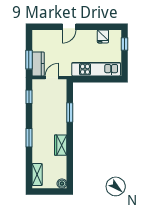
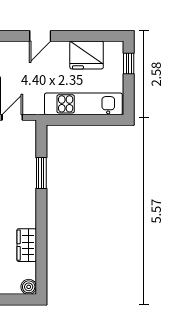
fridge: (103, 36) -> (87, 55), width x1.88, depth x1.34
wardrobe: (61, 145) -> (27, 245), moved

